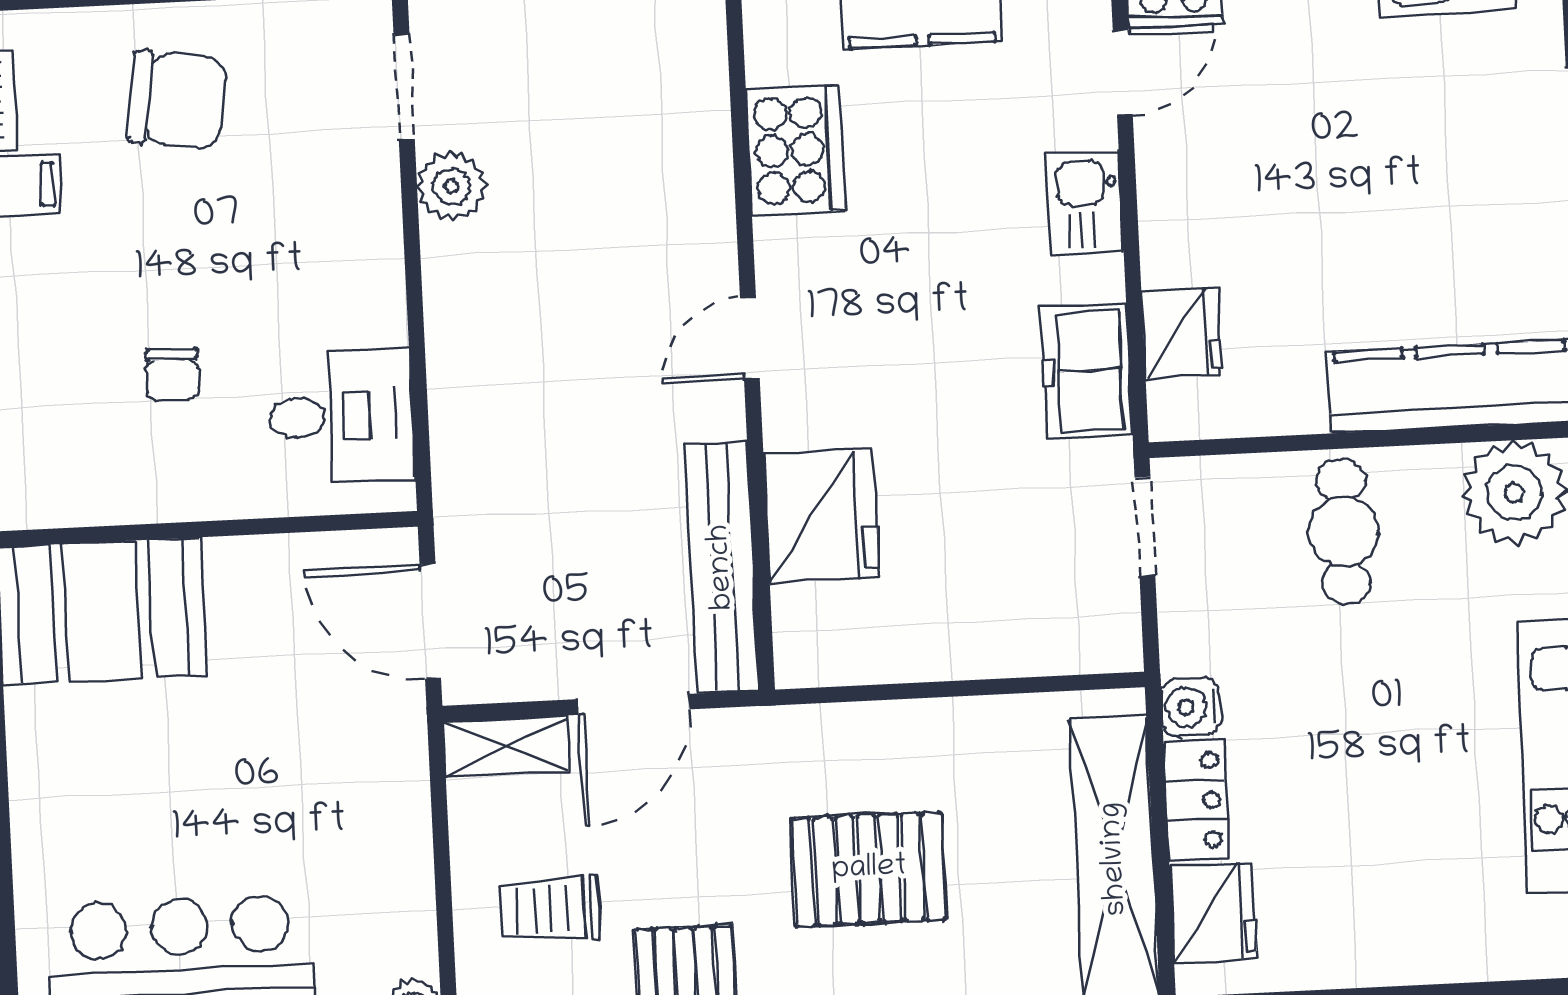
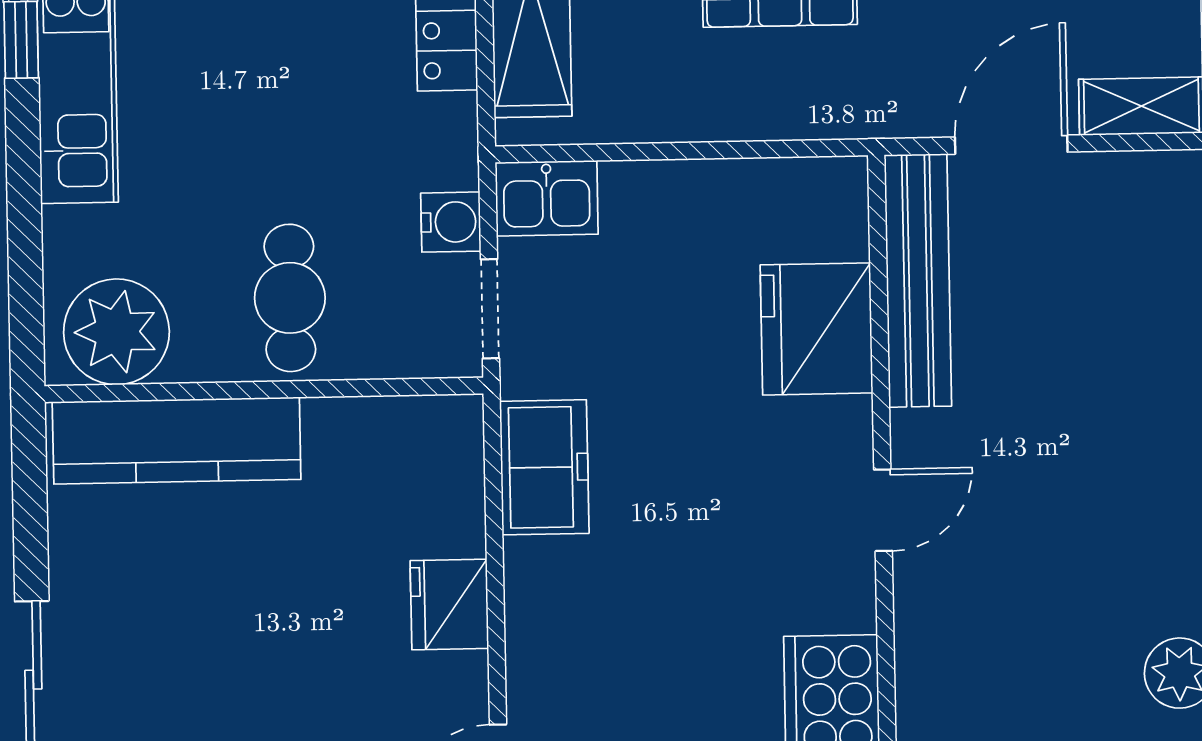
kitchen sink: (1085, 203) -> (547, 198), moved, turned 90
fridge: (1181, 333) -> (449, 604), moved
water cooler: (1191, 707) -> (451, 222), moved

